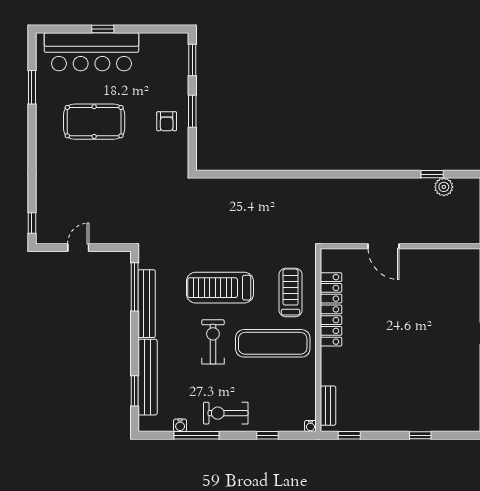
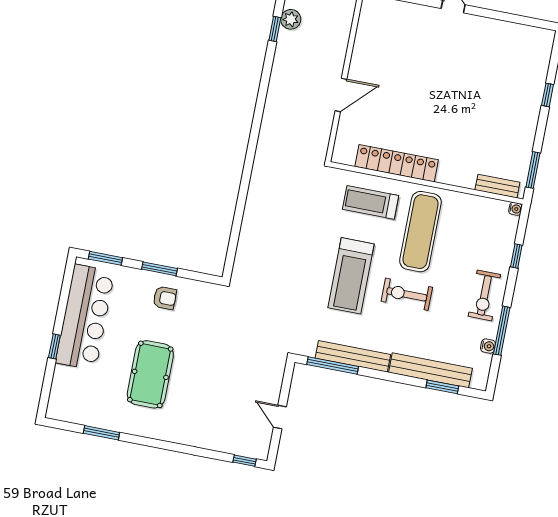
bar counter: (91, 52) -> (85, 317), moved
window: (349, 435) -> (533, 170), width x1.50

